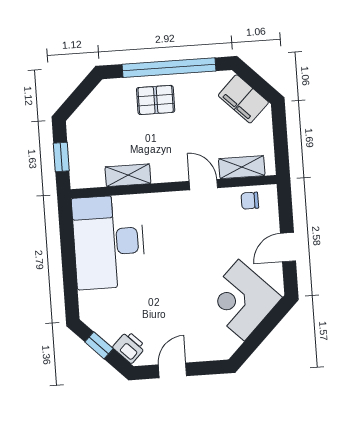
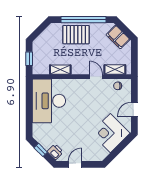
pallet: (156, 100) -> (76, 35), width x1.50, depth x1.42

